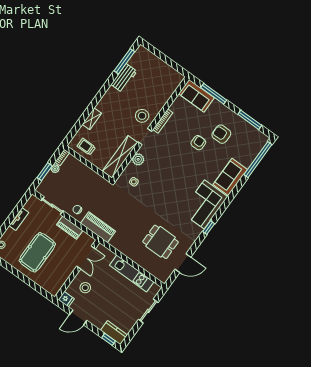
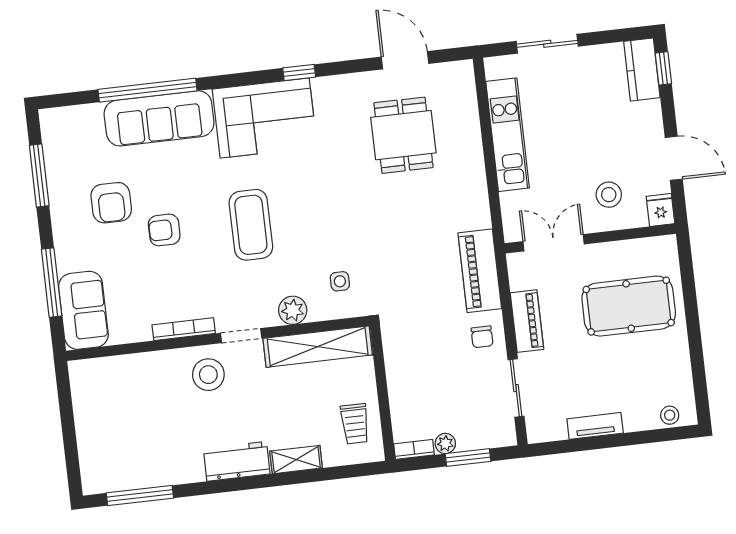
workbench: (124, 78) -> (237, 461), moved
window: (258, 160) -> (147, 90), moved
coffee table: (176, 170) -> (251, 225), added
sofa: (230, 177) -> (159, 118), width x1.36
pool table: (37, 252) -> (629, 306), moved

